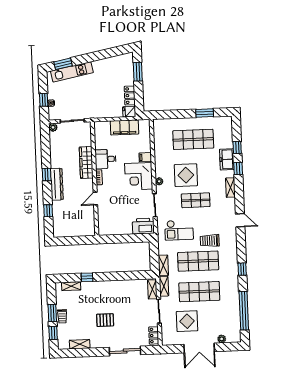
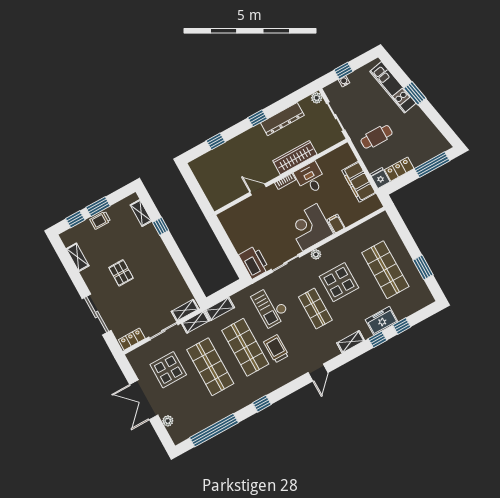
window: (63, 64) -> (415, 93), moved
window: (138, 72) -> (432, 165), width x1.44
cafe table: (100, 100) -> (377, 137), added
dresser: (57, 184) -> (282, 119), moved

